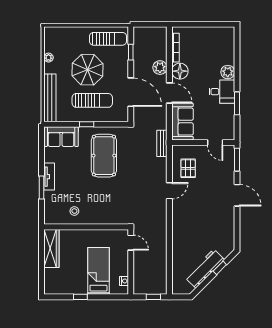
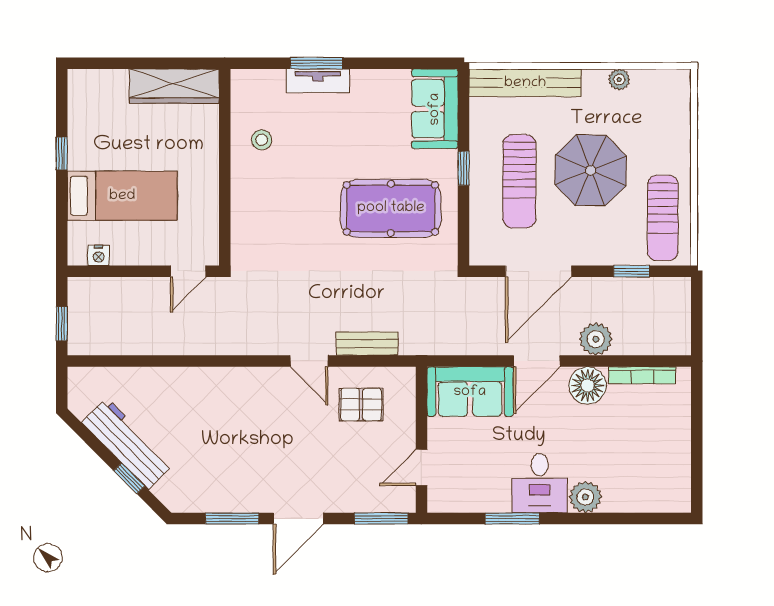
bench: (162, 143) -> (367, 344), moved
tv unit: (49, 177) -> (318, 81), moved
window: (237, 224) -> (232, 518), added

